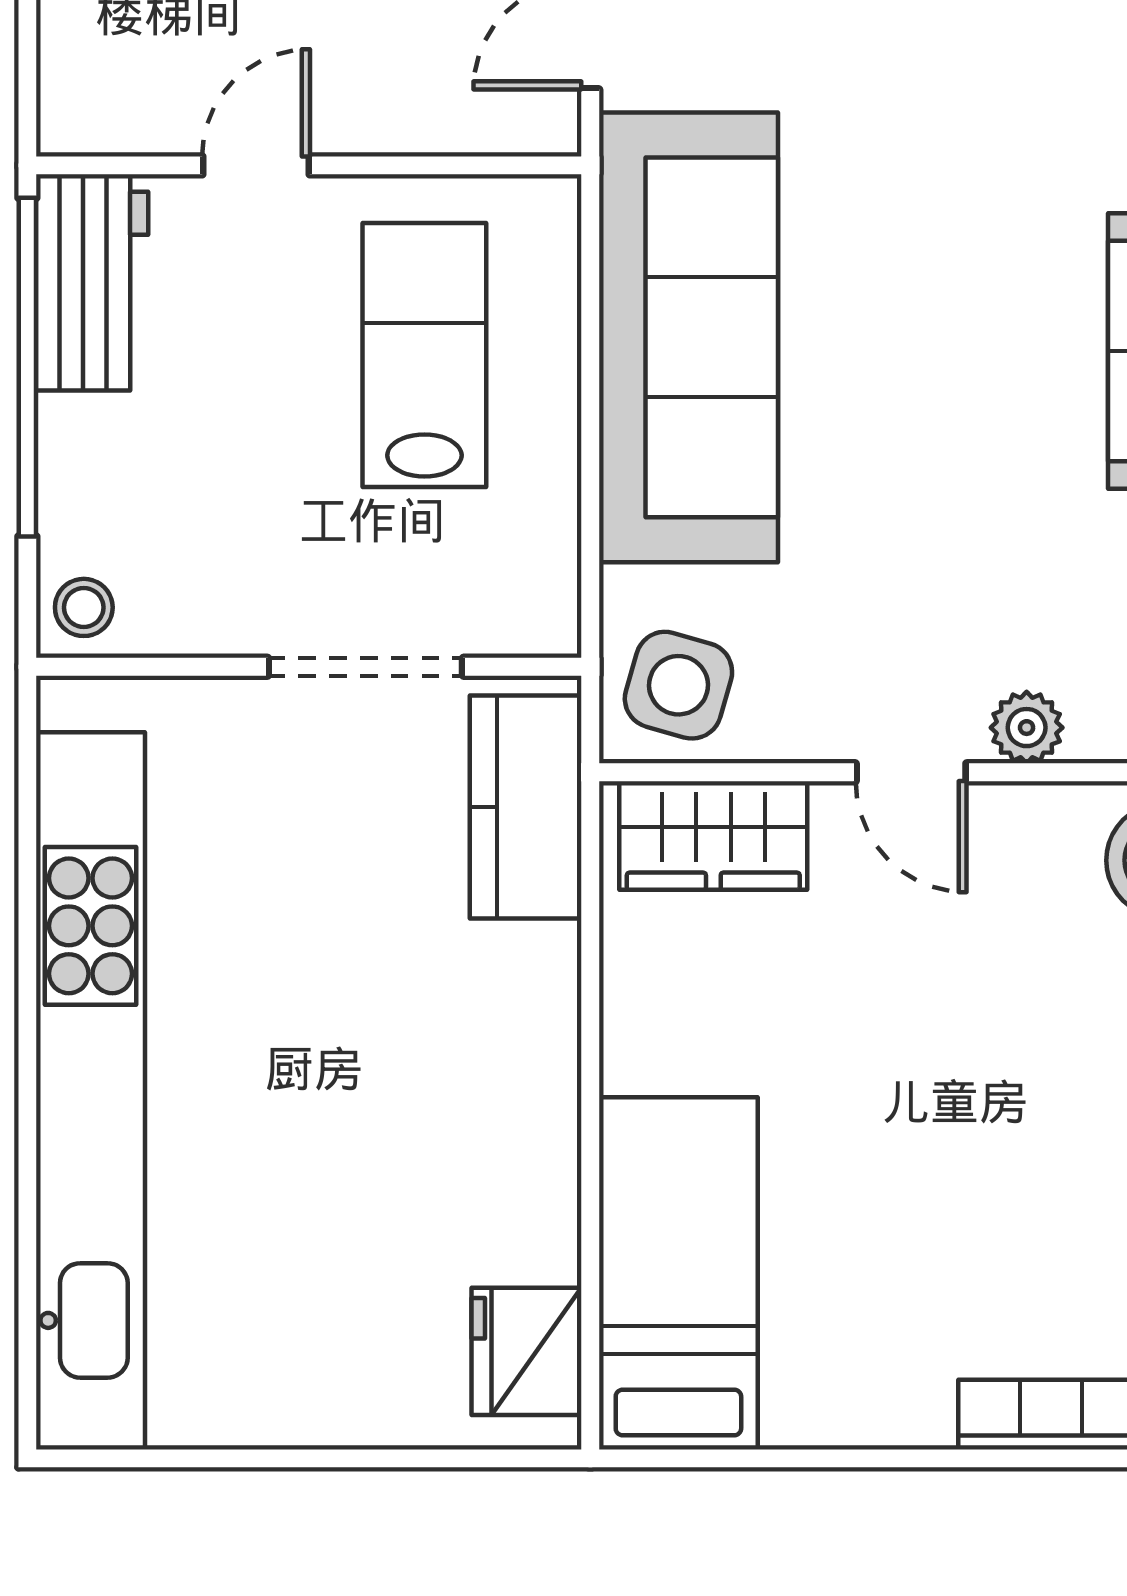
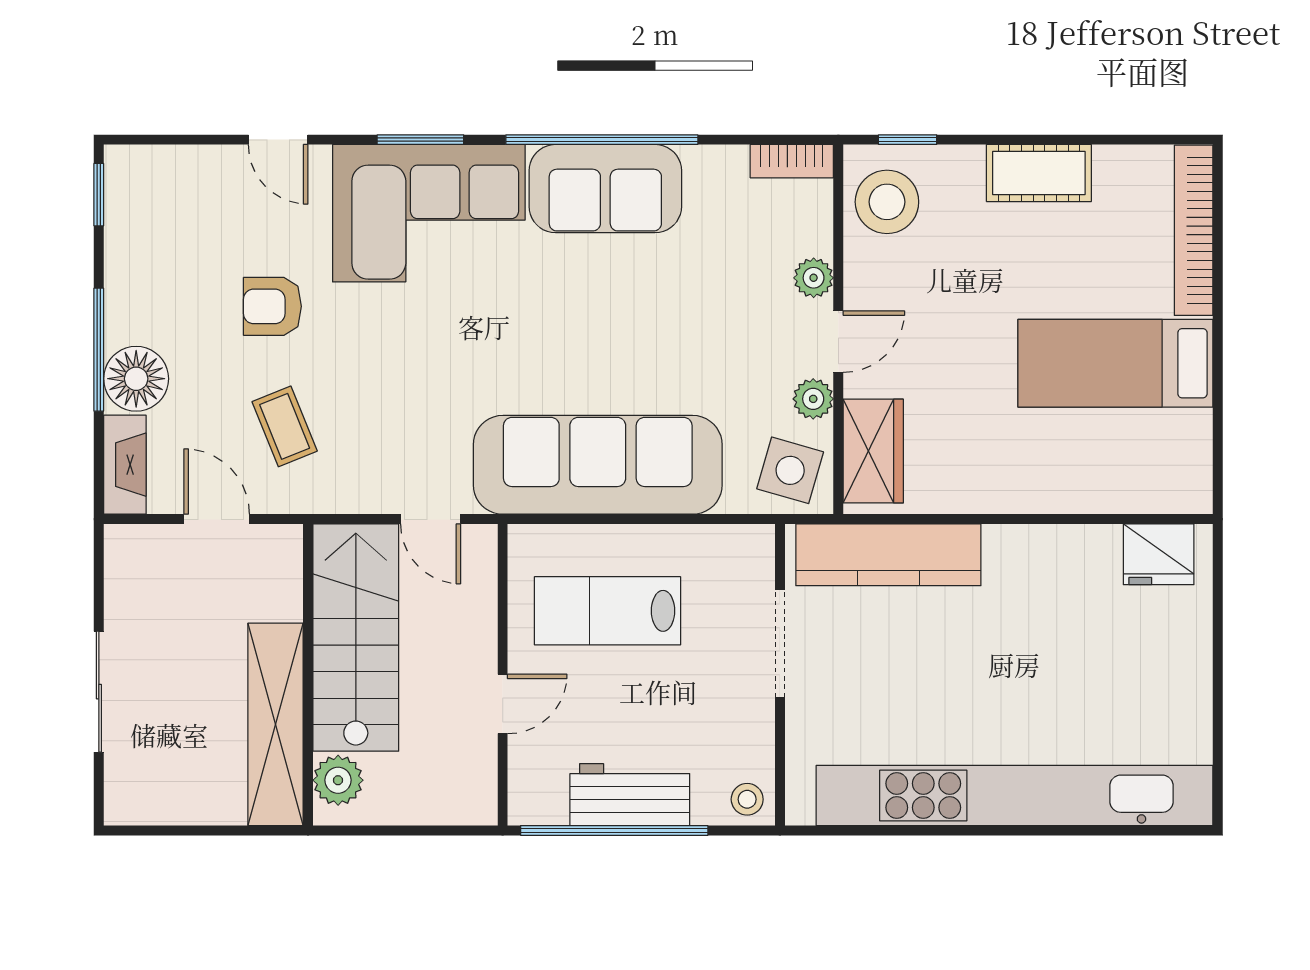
door: (256, 165) -> (503, 704), swing flipped
workbench: (92, 282) -> (630, 795), moved
plant: (808, 727) -> (813, 399), added
kitchen counter: (526, 807) -> (888, 555), width x1.50
bed: (678, 1273) -> (1115, 363), moved

